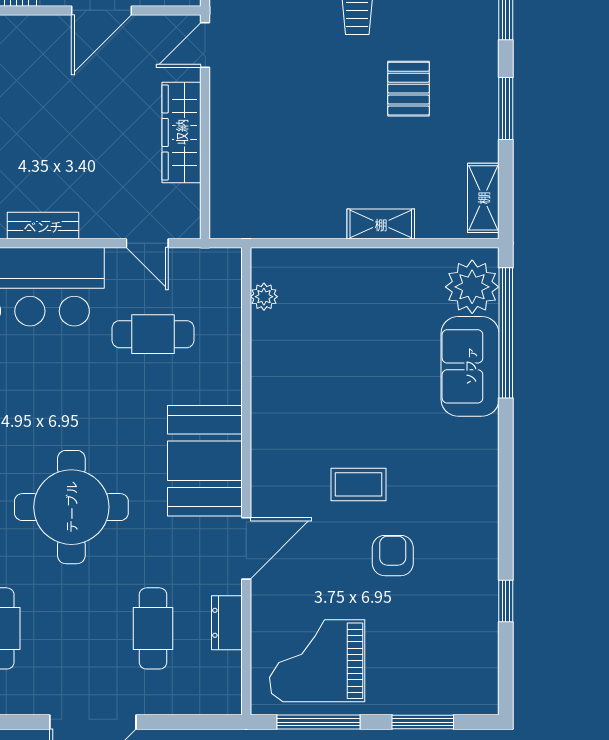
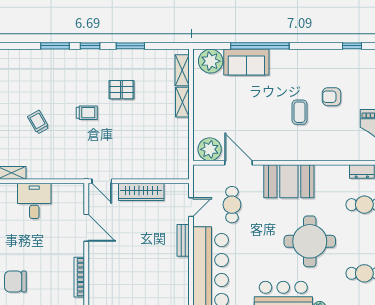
shelving: (483, 198) -> (182, 70), moved, turned 90
bench: (43, 226) -> (183, 240), moved
plant: (264, 297) -> (210, 149), width x1.87, depth x1.87
window: (506, 333) -> (260, 46), moved
door: (246, 548) -> (239, 163), moved

